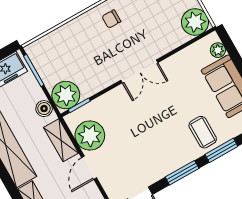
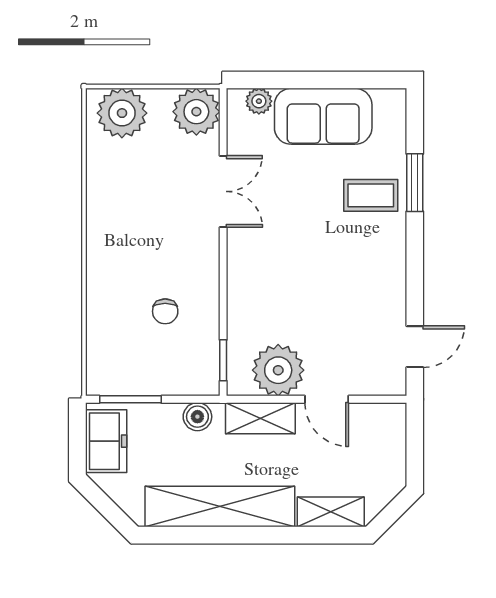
chair: (111, 19) -> (165, 311), moved
double door: (139, 71) -> (223, 191), moved
plant: (66, 95) -> (196, 372), removed
window: (182, 173) -> (415, 262), removed

